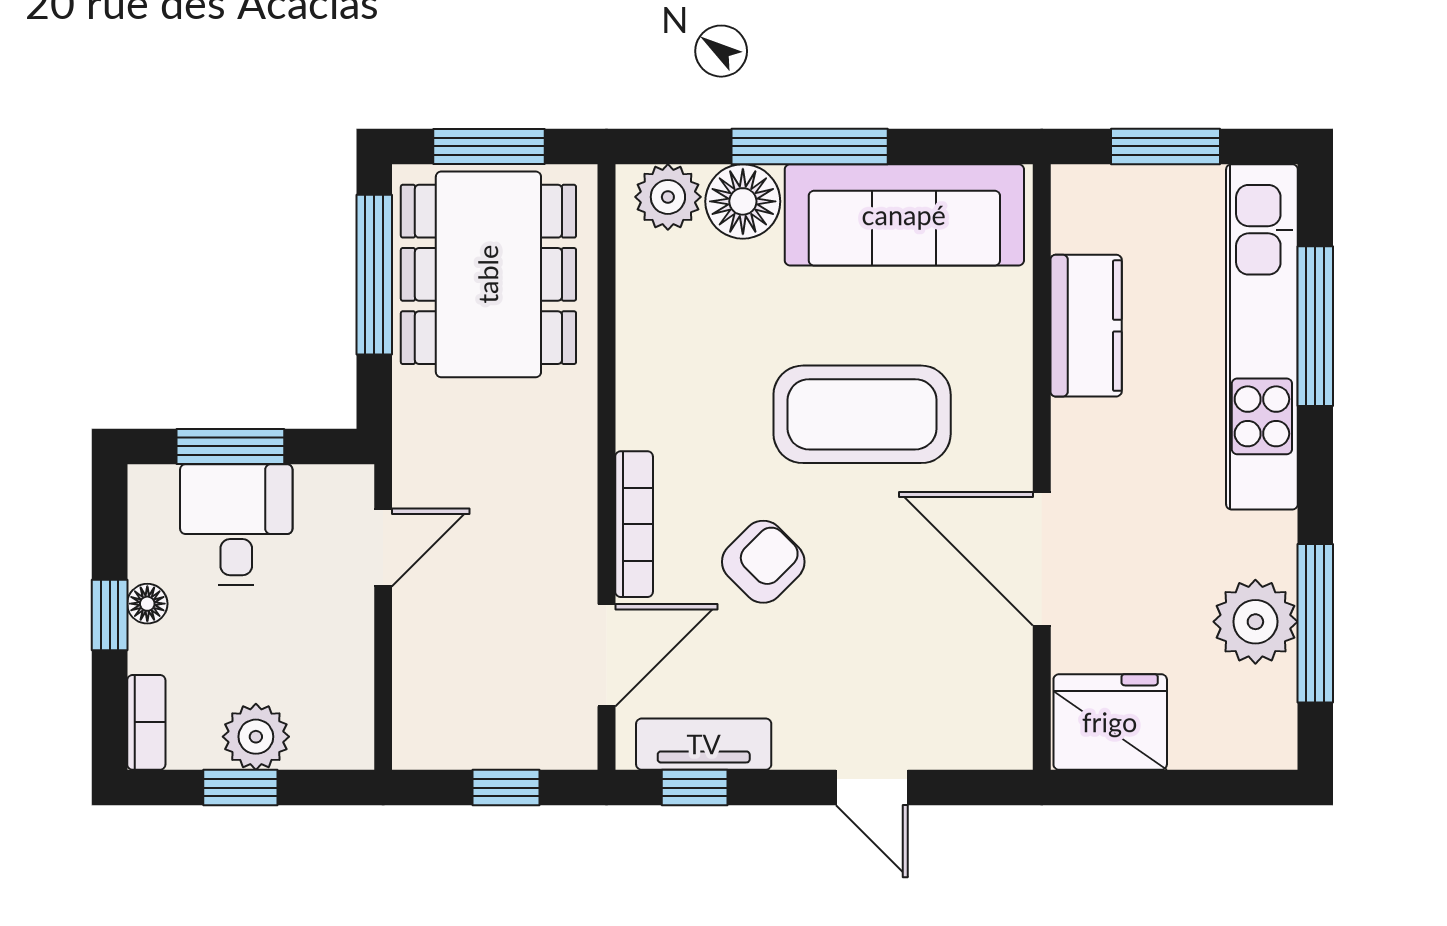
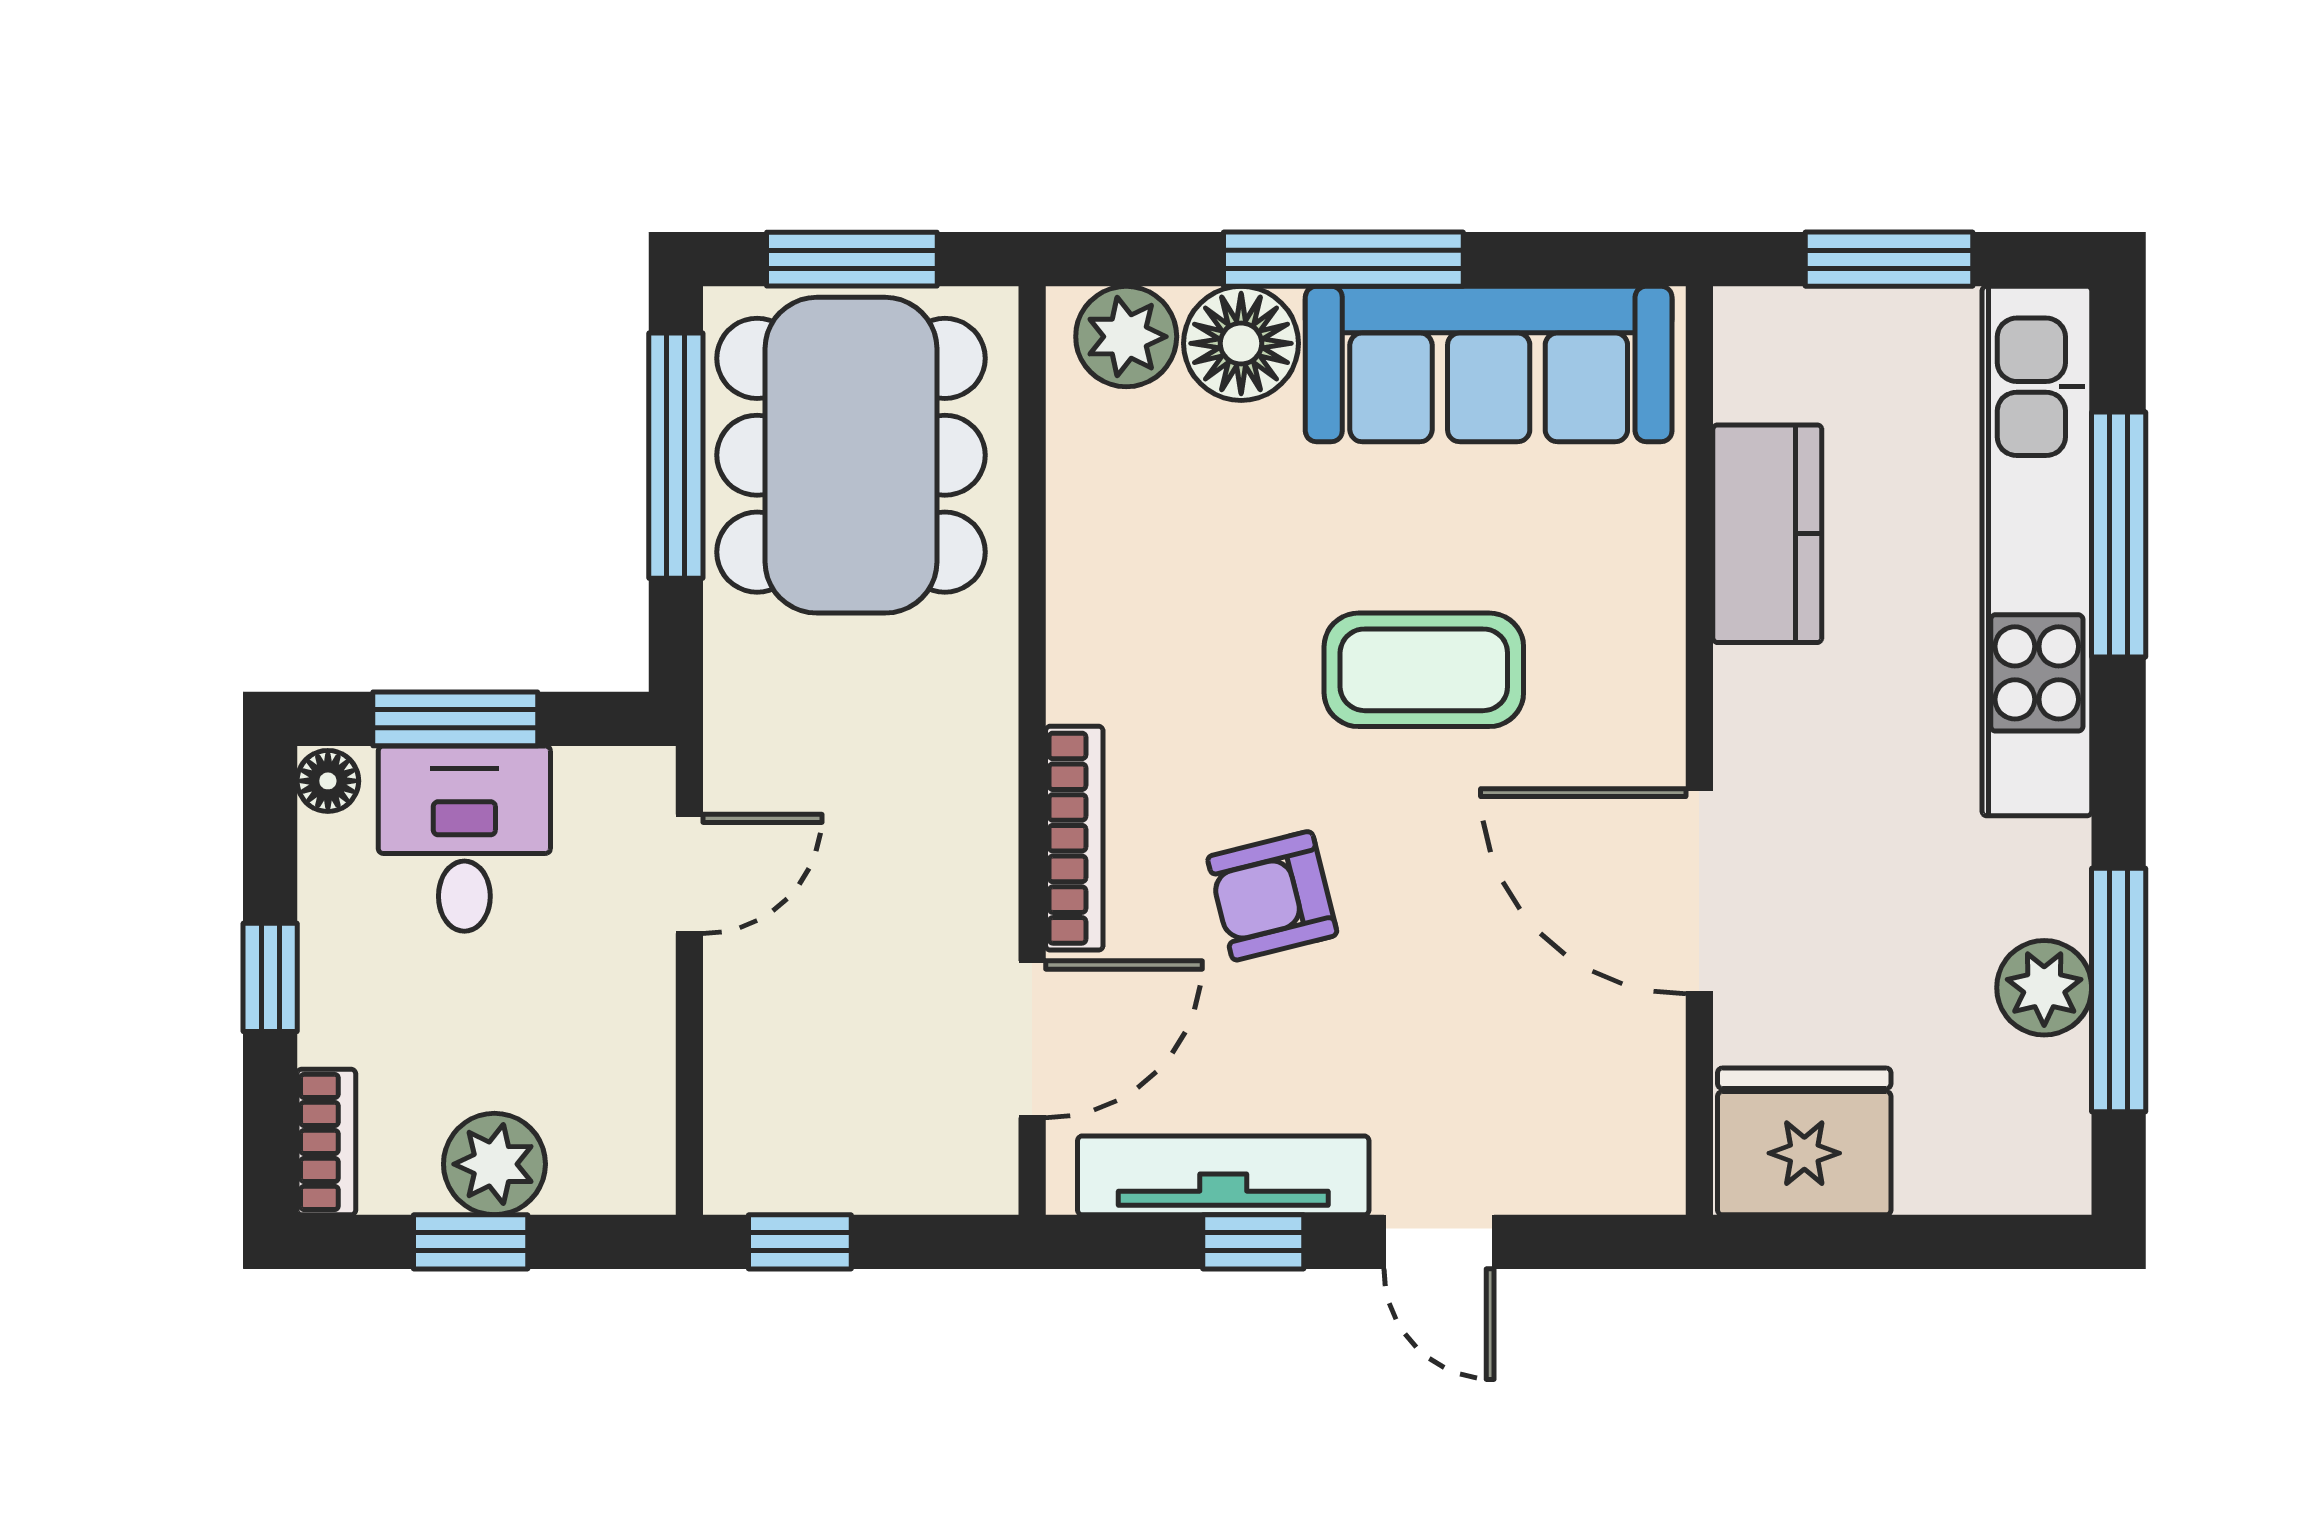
coffee table: (862, 414) -> (1424, 670), width x0.73, depth x0.76
armchair: (763, 562) -> (1272, 896), turned -149
floor lamp: (147, 604) -> (328, 781), moved
plant: (1255, 622) -> (2044, 988), width x0.73, depth x0.73
tv unit: (704, 744) -> (1223, 1175), width x1.41
window: (506, 788) -> (800, 1242), moved
window: (695, 788) -> (1253, 1242), moved

